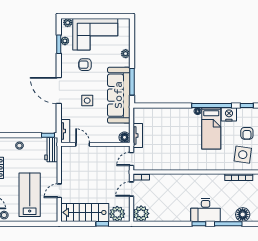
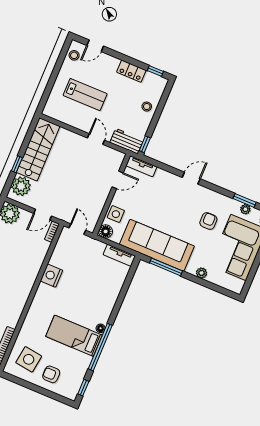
door: (59, 91) -> (191, 178), width x0.53
side table: (87, 101) -> (116, 214), moved
nightstand: (229, 114) -> (51, 276), moved, turned 180
tv unit: (138, 136) -> (119, 255), moved
door: (132, 189) -> (43, 215), swing flipped
door: (59, 191) -> (96, 139), moved
lab bench: (30, 195) -> (85, 95), width x0.73, depth x0.72

